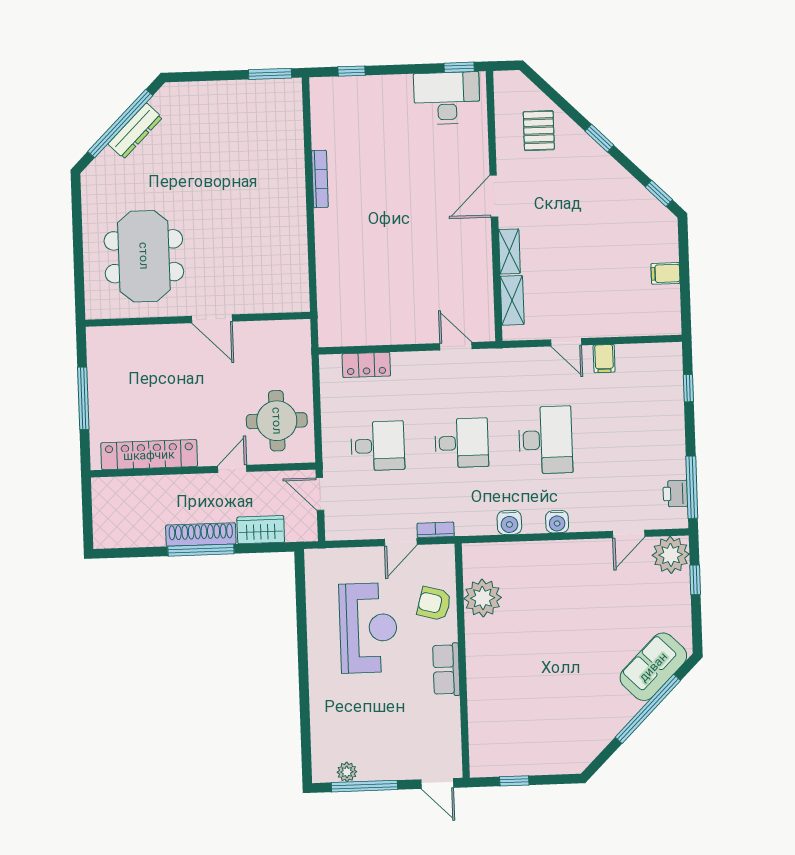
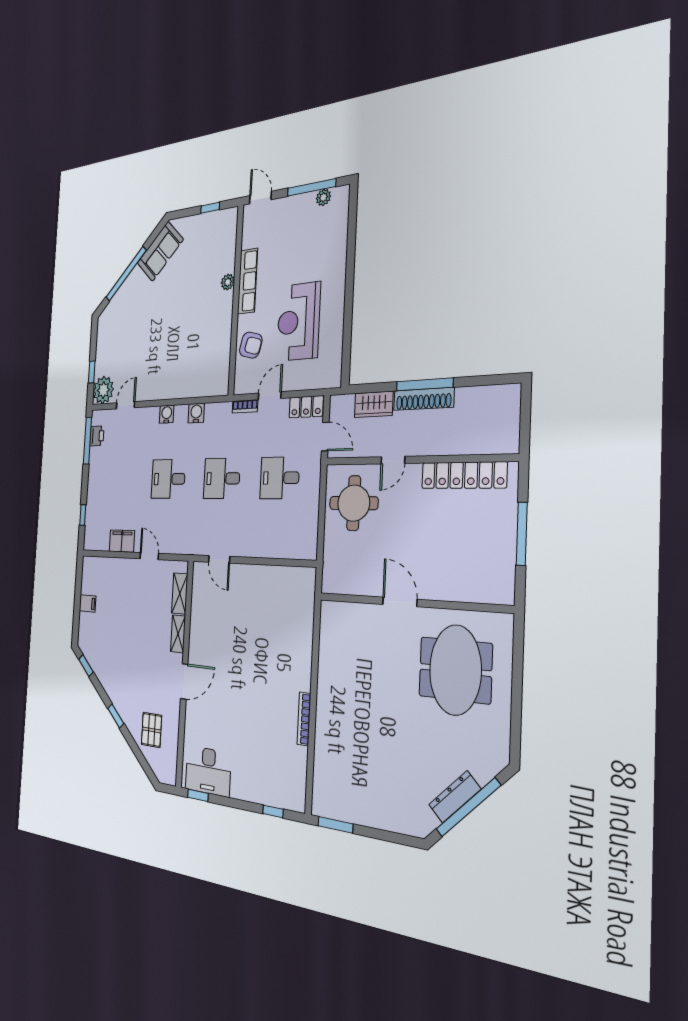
filing cabinet: (604, 359) -> (122, 541), width x2.00
locker: (366, 365) -> (306, 407), moved, turned 180
desk: (546, 440) -> (168, 479), width x0.73
plant: (483, 598) -> (228, 282), moved, width x0.53, depth x0.53
sofa: (653, 667) -> (160, 251), moved
row of seats: (446, 669) -> (248, 281), width x1.48

